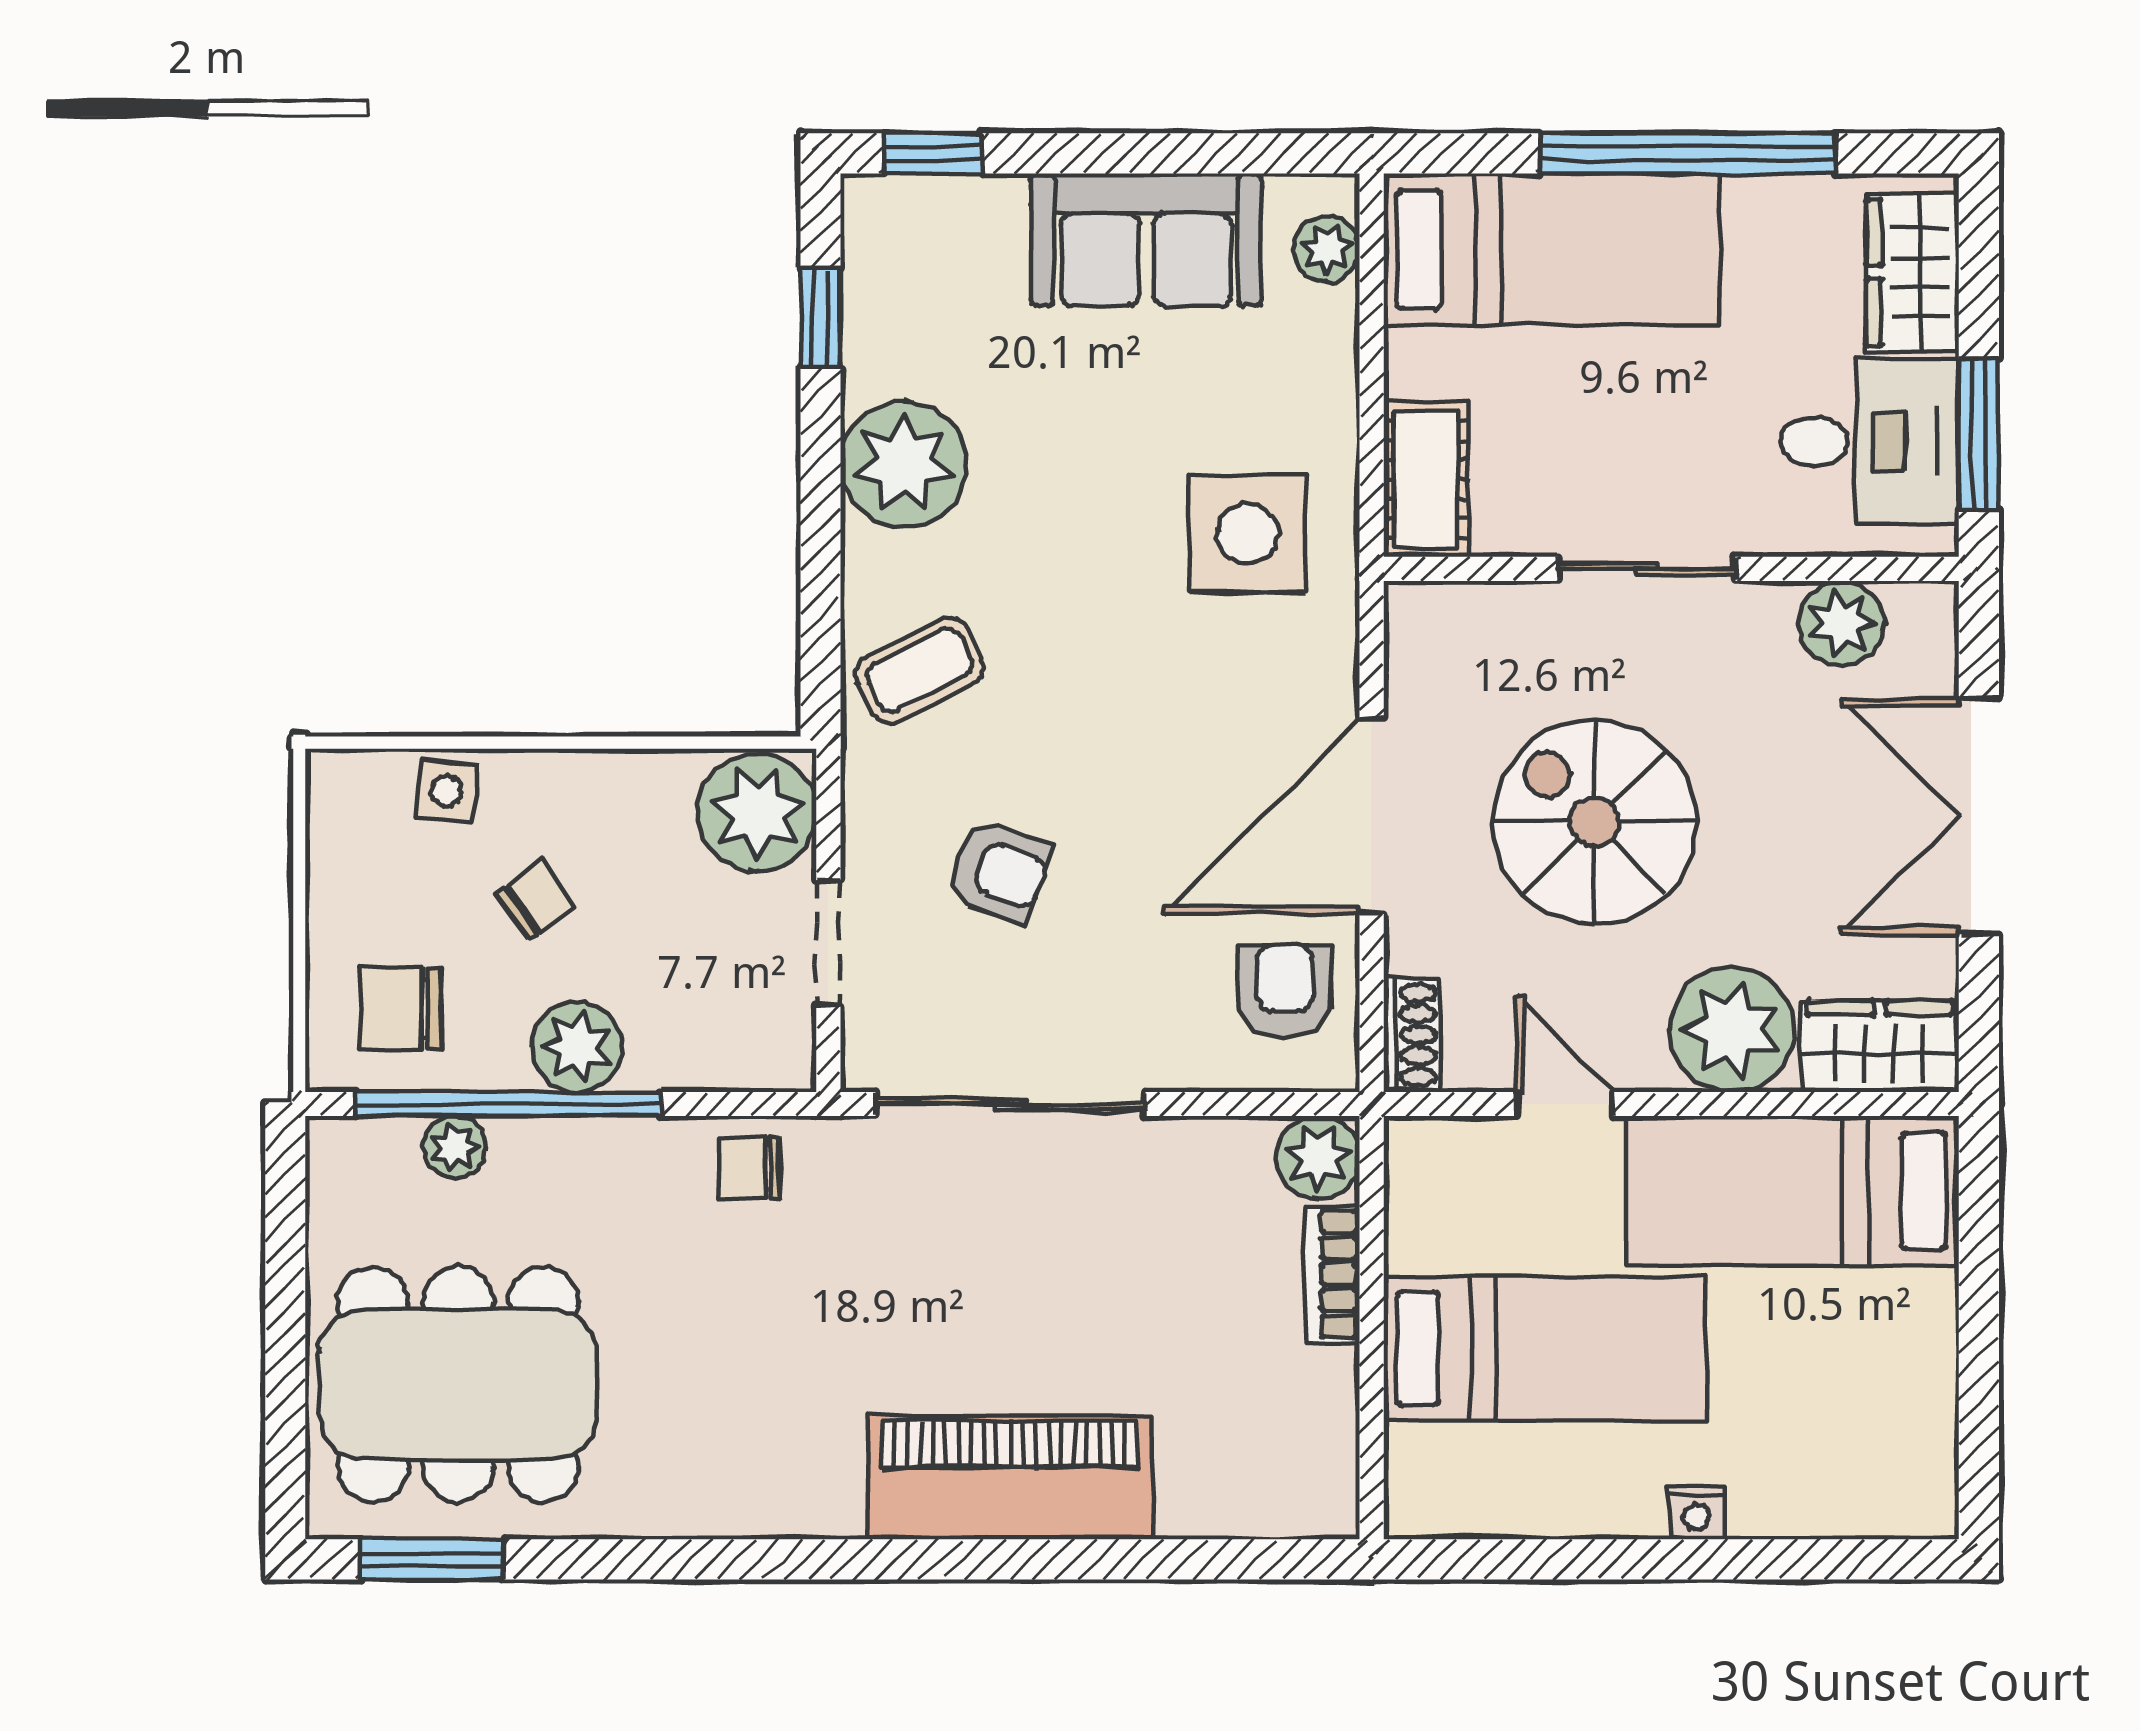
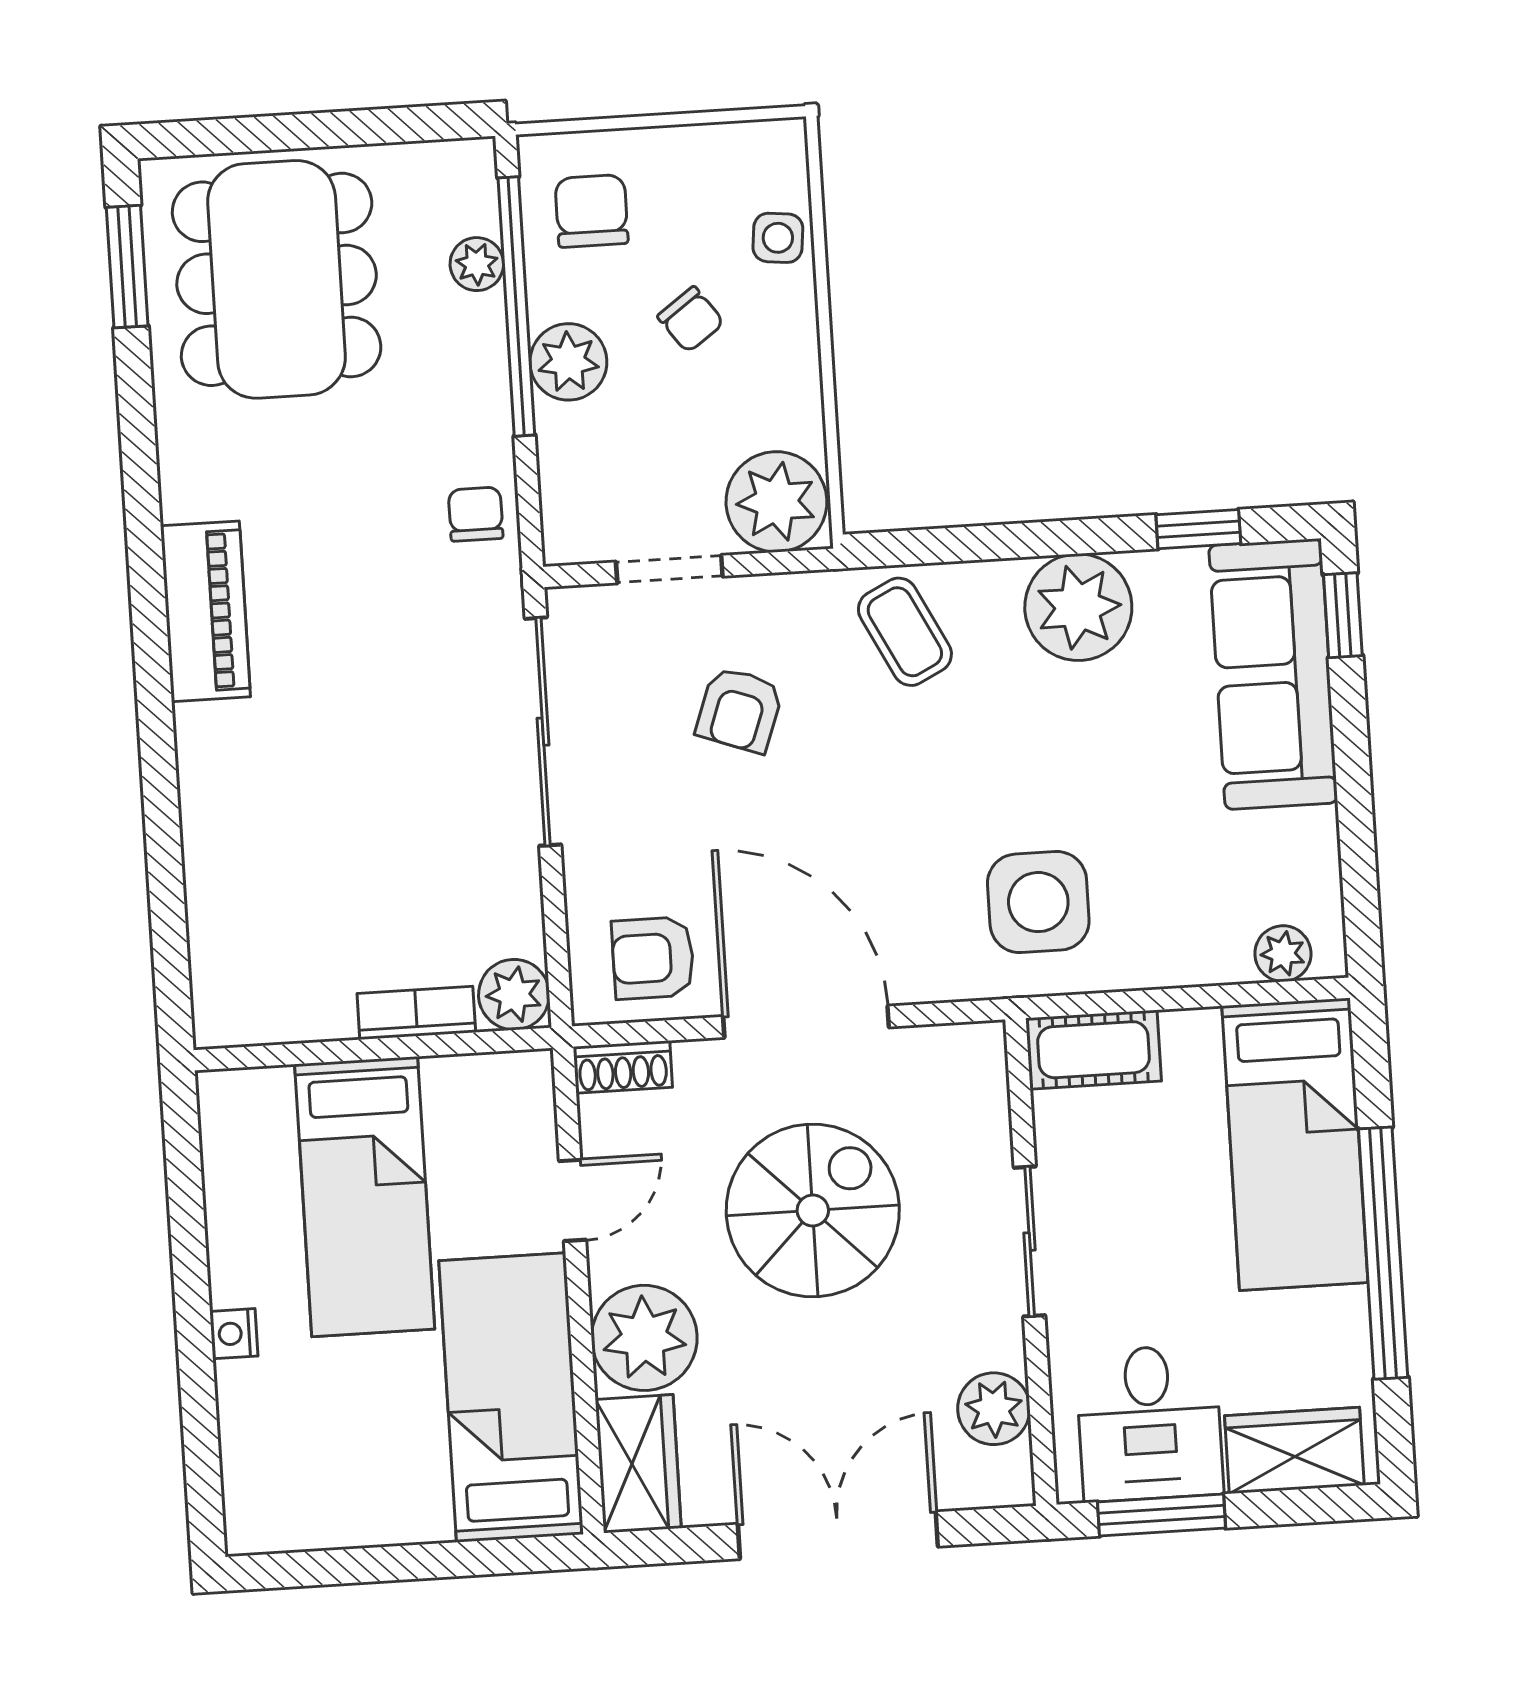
sofa: (1146, 240) -> (1273, 674), moved, width x1.36
armchair: (1285, 991) -> (653, 958), turned 180
piano: (1010, 1478) -> (205, 611), moved, width x0.73, depth x0.75

